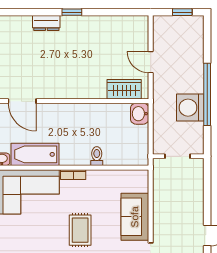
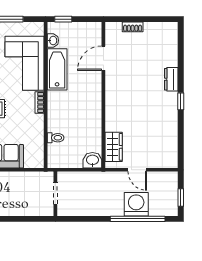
door: (151, 62) -> (137, 170), swing flipped
window: (207, 94) -> (138, 219), moved
washing machine: (190, 108) -> (136, 204), moved
toilet: (97, 156) -> (56, 138), moved

